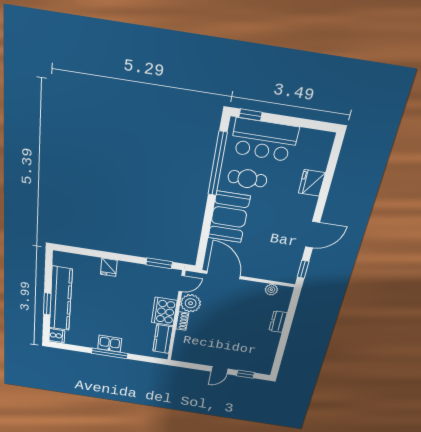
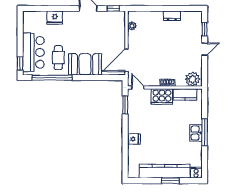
plant: (191, 303) -> (193, 79), moved
dresser: (278, 322) -> (172, 16), moved
door: (219, 370) -> (205, 49), hinge flipped

